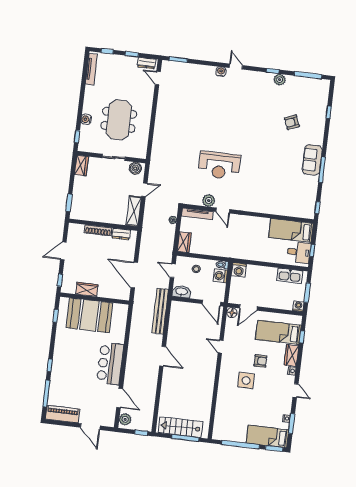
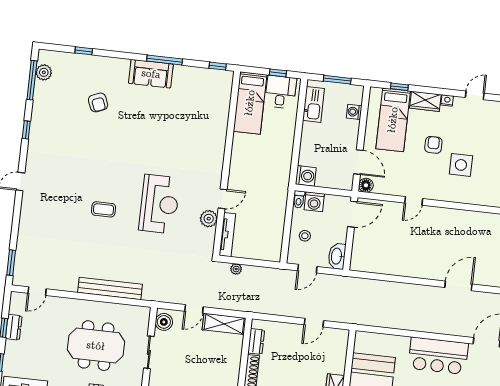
dresser: (146, 63) -> (14, 327), moved
water cooler: (221, 72) -> (28, 202), removed
plant: (280, 80) -> (44, 72), moved
coffee table: (216, 126) -> (103, 209), added
door: (144, 190) -> (194, 309), swing flipped
wardrobe: (184, 242) -> (267, 253), removed
door: (134, 275) -> (314, 323), width x0.53
washing machine: (298, 306) -> (354, 112), moved
bench: (160, 311) -> (110, 288), moved
door: (163, 356) -> (458, 286), moved

